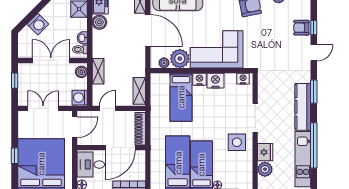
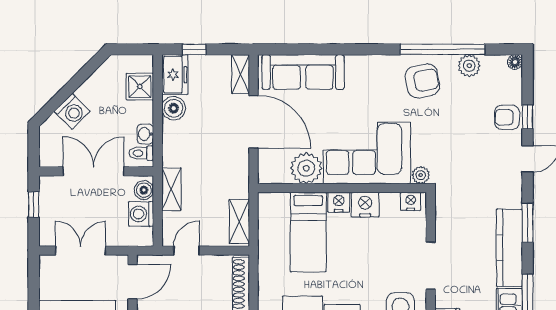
plant: (164, 63) -> (421, 175), moved
washing machine: (80, 98) -> (141, 214), moved

